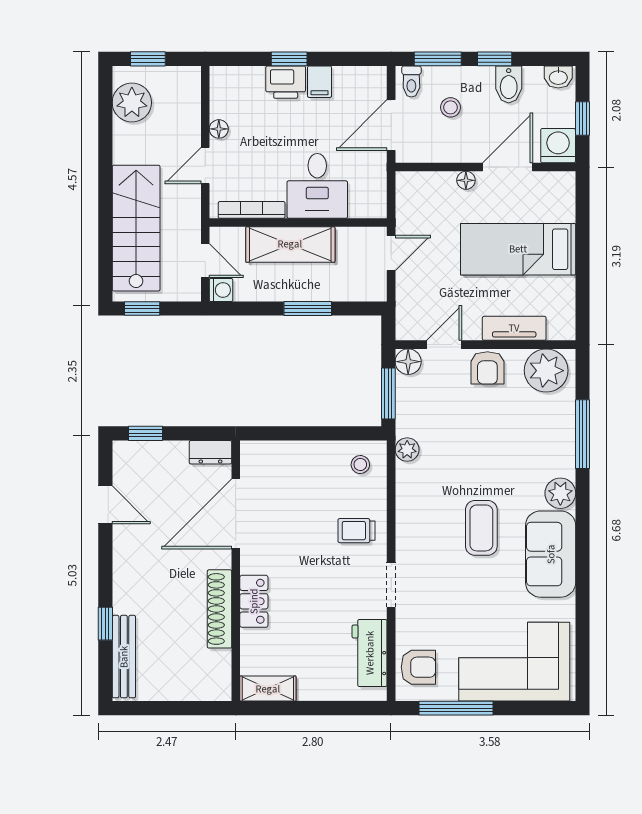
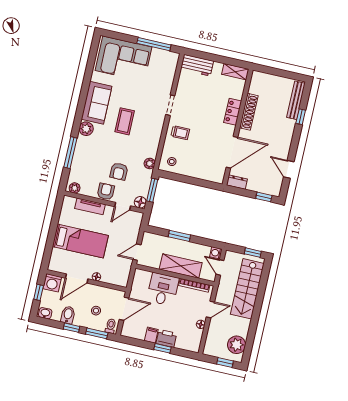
plant: (546, 371) -> (75, 188), width x0.53, depth x0.53
workbench: (370, 653) -> (197, 65), moved, turned 90
armchair: (418, 667) -> (119, 171), moved, turned -90

